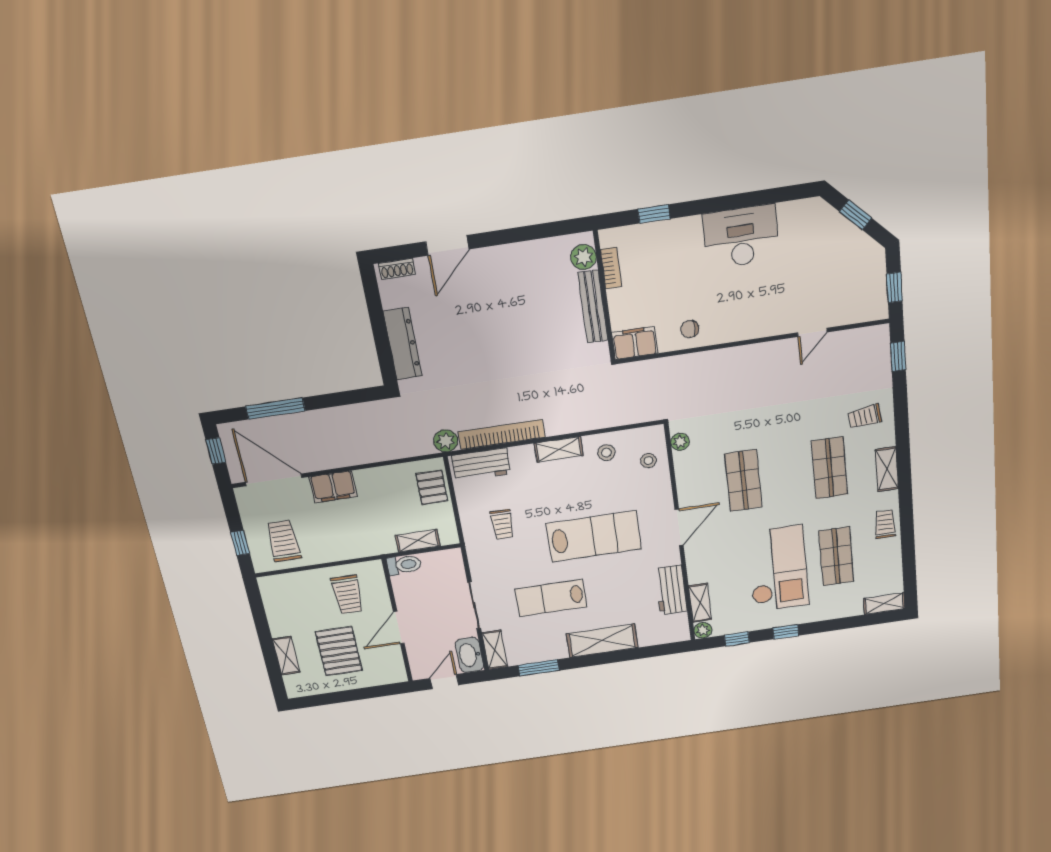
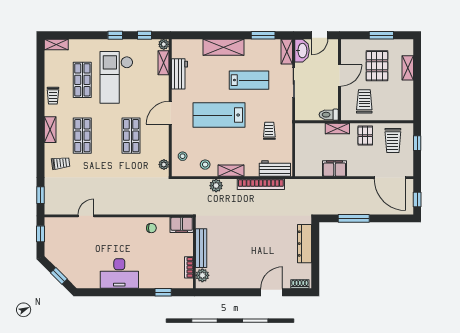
window: (275, 409) -> (354, 218), moved
plant: (446, 441) -> (216, 186), moved
filing cabinet: (333, 487) -> (334, 168), moved
pallet: (432, 487) -> (365, 136), moved
shelving: (418, 541) -> (337, 128), moved
window: (342, 697) -> (381, 35), added

